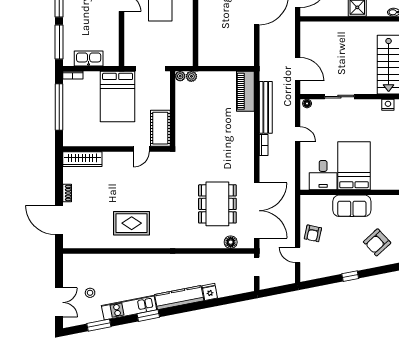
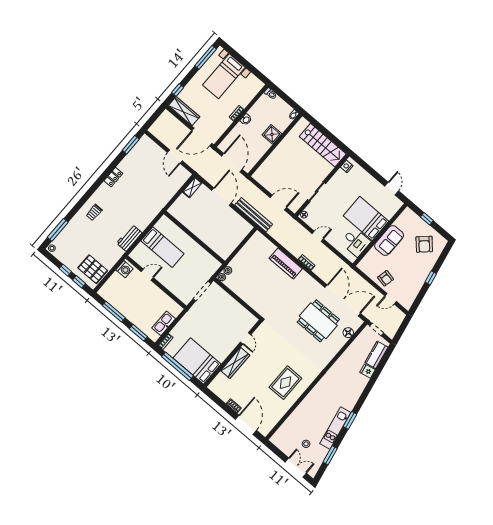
window: (59, 42) -> (138, 333), width x0.69
piano: (245, 91) -> (286, 264), moved
bed: (118, 96) -> (197, 361), moved, turned 180
bench: (266, 107) -> (254, 215), moved
cot: (160, 128) -> (243, 316), removed
wardrobe: (82, 159) -> (235, 363), moved
door: (59, 220) -> (246, 425), swing flipped
kitchen counter: (179, 298) -> (376, 355), moved, width x0.67

